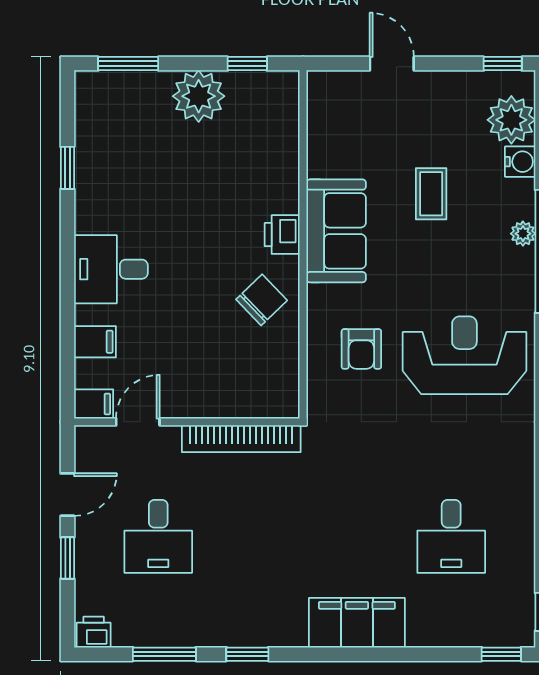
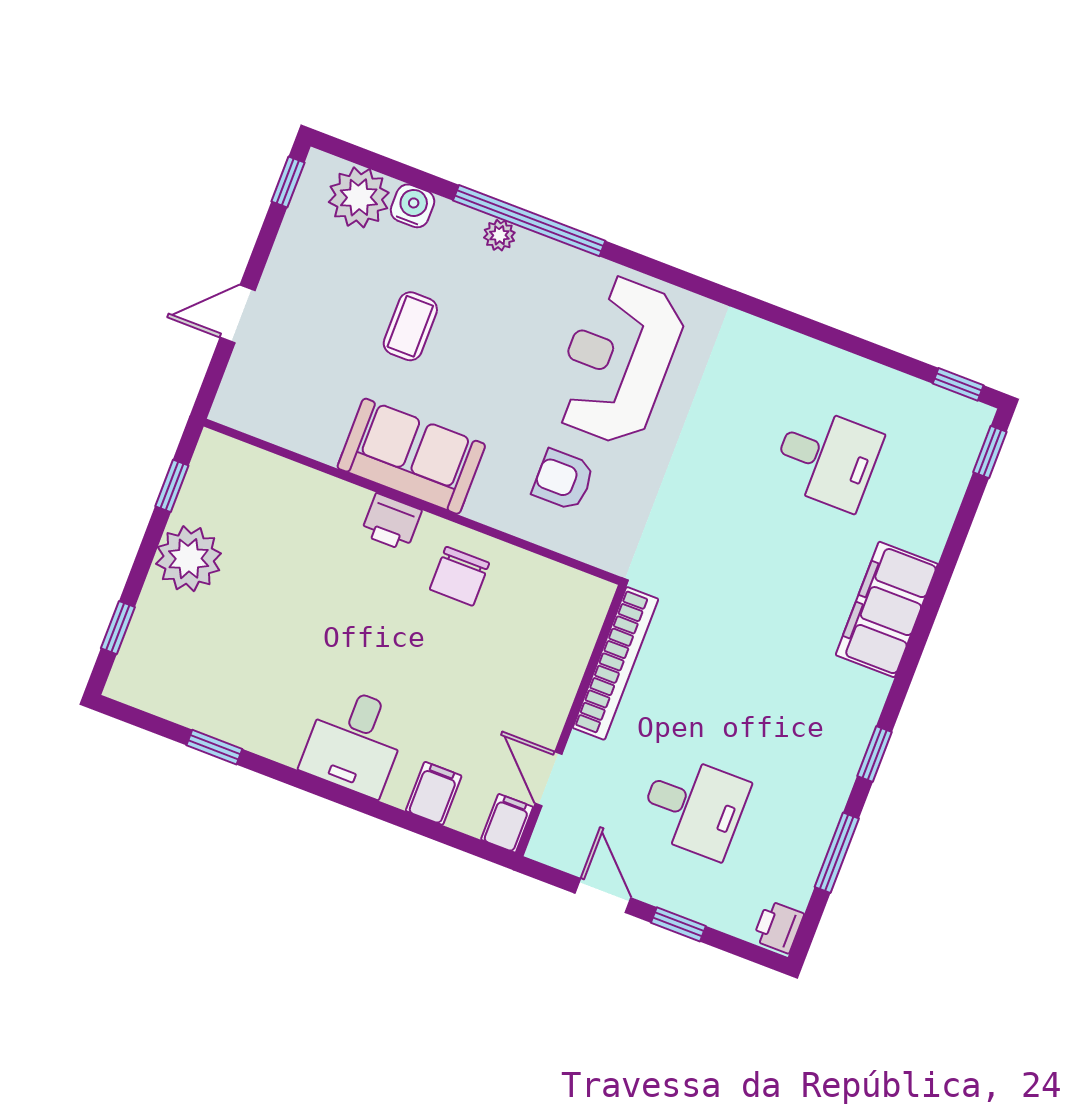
window: (128, 64) -> (118, 628), width x0.67
coffee table: (431, 194) -> (410, 326), turned 90
chair: (262, 300) -> (460, 576), turned -136
armchair: (361, 349) -> (563, 480), turned 180

